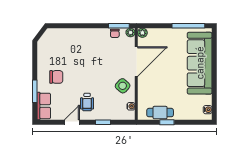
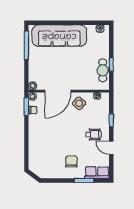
door: (136, 62) -> (58, 91), swing flipped

